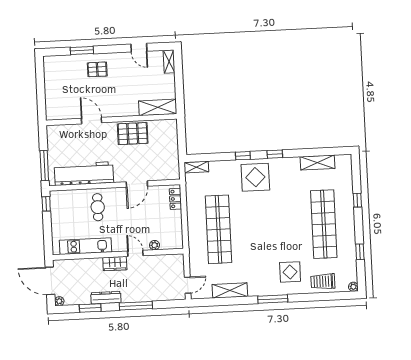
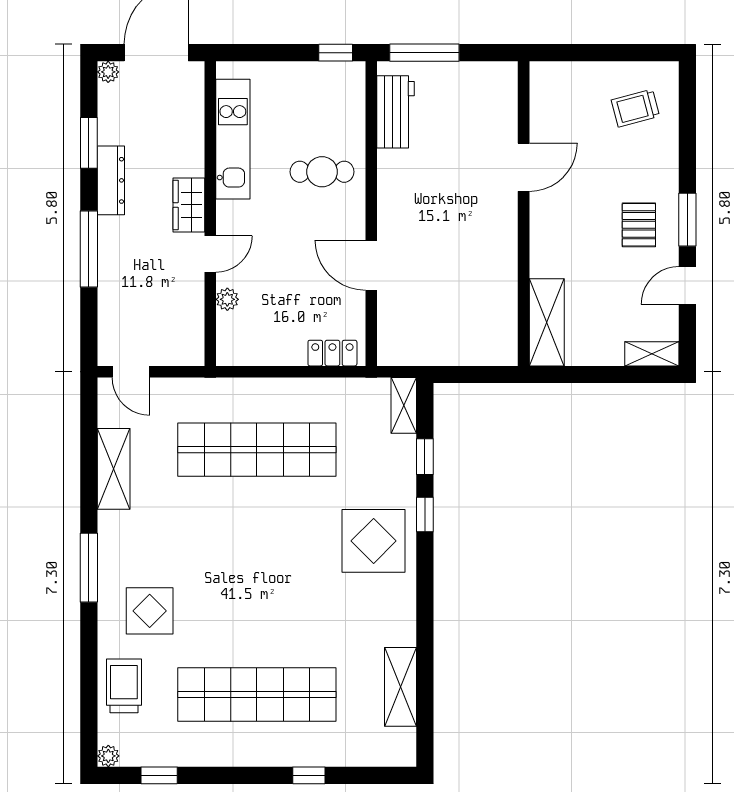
window: (82, 51) -> (687, 220), moved
pallet: (97, 69) -> (639, 225), moved
trolley: (64, 74) -> (635, 108), added
pallet: (133, 134) -> (489, 261), removed
window: (275, 154) -> (425, 457), moved
workbench: (84, 174) -> (396, 112), width x0.53, depth x0.76
window: (360, 252) -> (159, 775), moved

